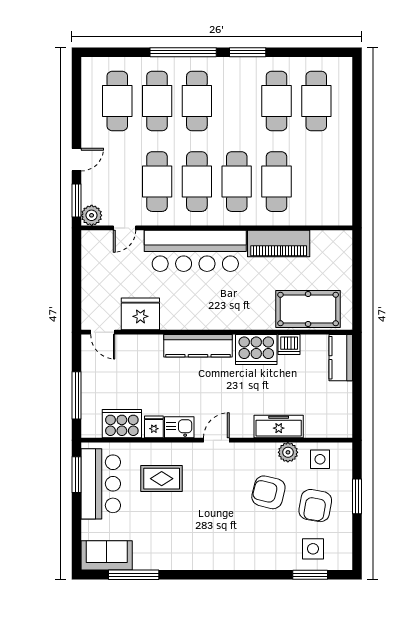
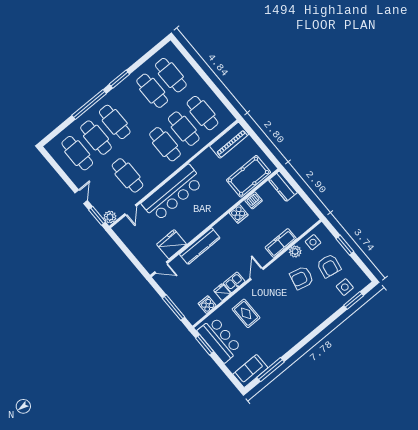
cafe table: (197, 182) -> (202, 113), moved
piano: (279, 244) -> (229, 140), moved
kitchen counter: (198, 346) -> (200, 246), moved
cooker: (256, 350) -> (239, 214), width x0.53, depth x0.76
cooker: (122, 424) -> (207, 305), width x0.53, depth x0.76
rug: (162, 479) -> (246, 313), turned 90

